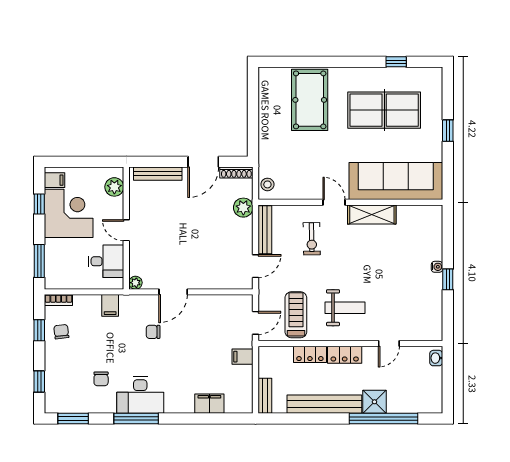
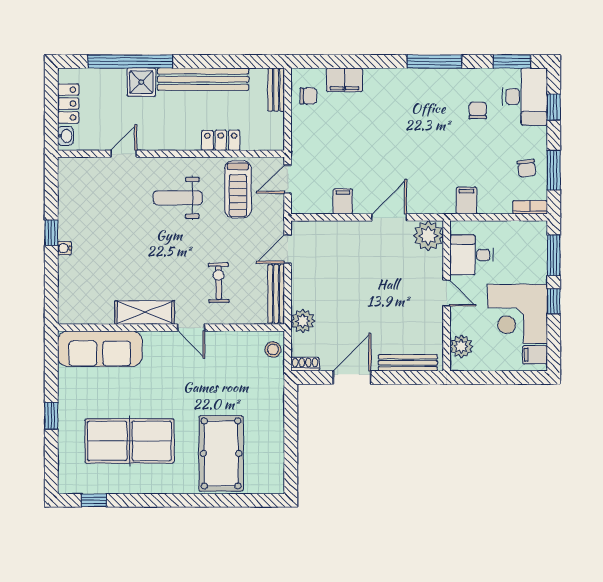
window: (396, 62) -> (94, 500), moved
shoe rack: (236, 173) -> (305, 364), width x0.70
sofa: (396, 181) -> (100, 349), width x0.74, depth x0.79
window: (39, 204) -> (554, 301), moved
plant: (135, 283) -> (428, 236), width x1.88, depth x1.88
window: (39, 330) -> (554, 170), width x1.50
chair: (153, 332) -> (308, 96), moved
locker: (345, 355) -> (68, 104), moved, turned 90
filing cabinet: (243, 357) -> (343, 201), moved, turned -90
desk: (140, 395) -> (525, 97), moved, turned 90

